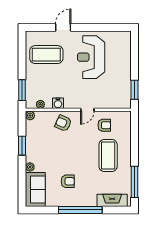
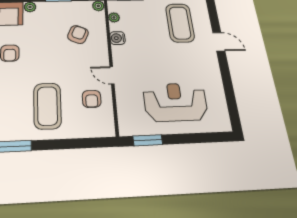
reception desk: (91, 57) -> (175, 102), moved
armchair: (63, 123) -> (78, 35), moved
coffee table: (108, 155) -> (47, 106), turned 90

